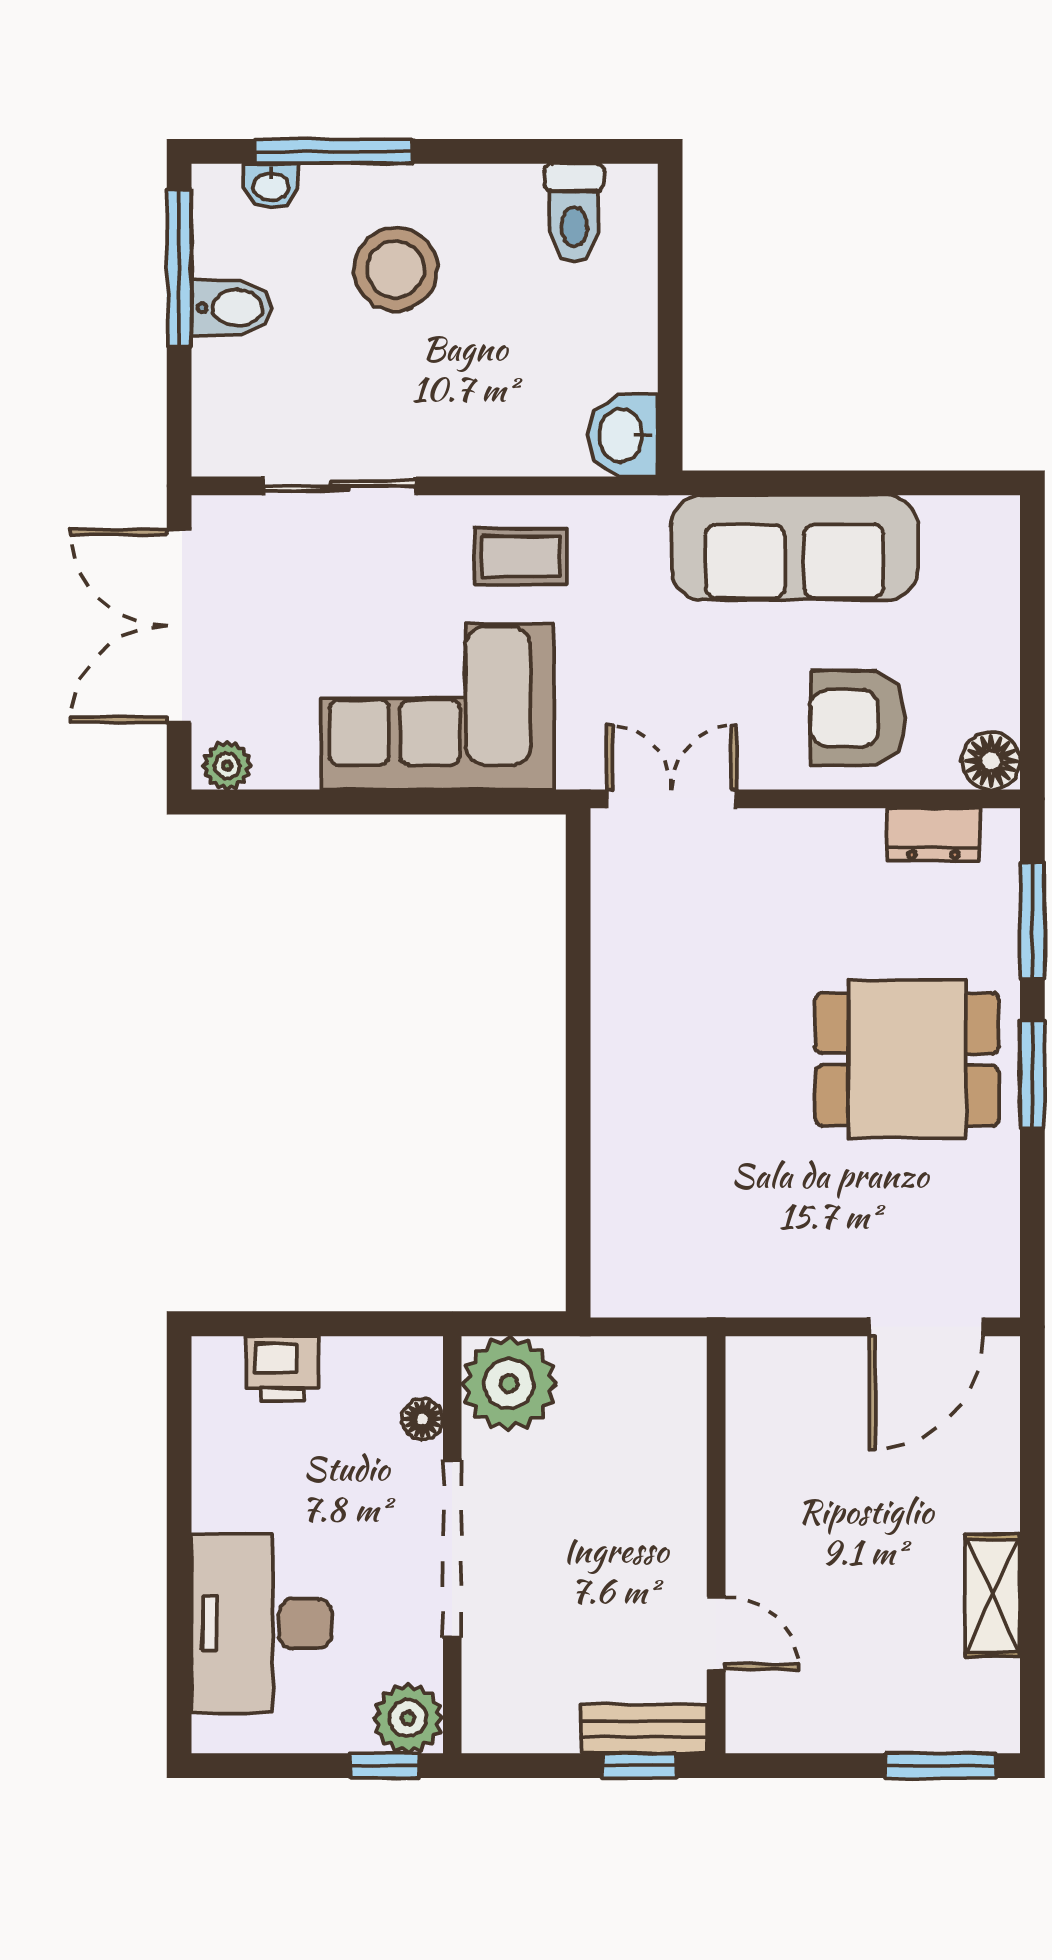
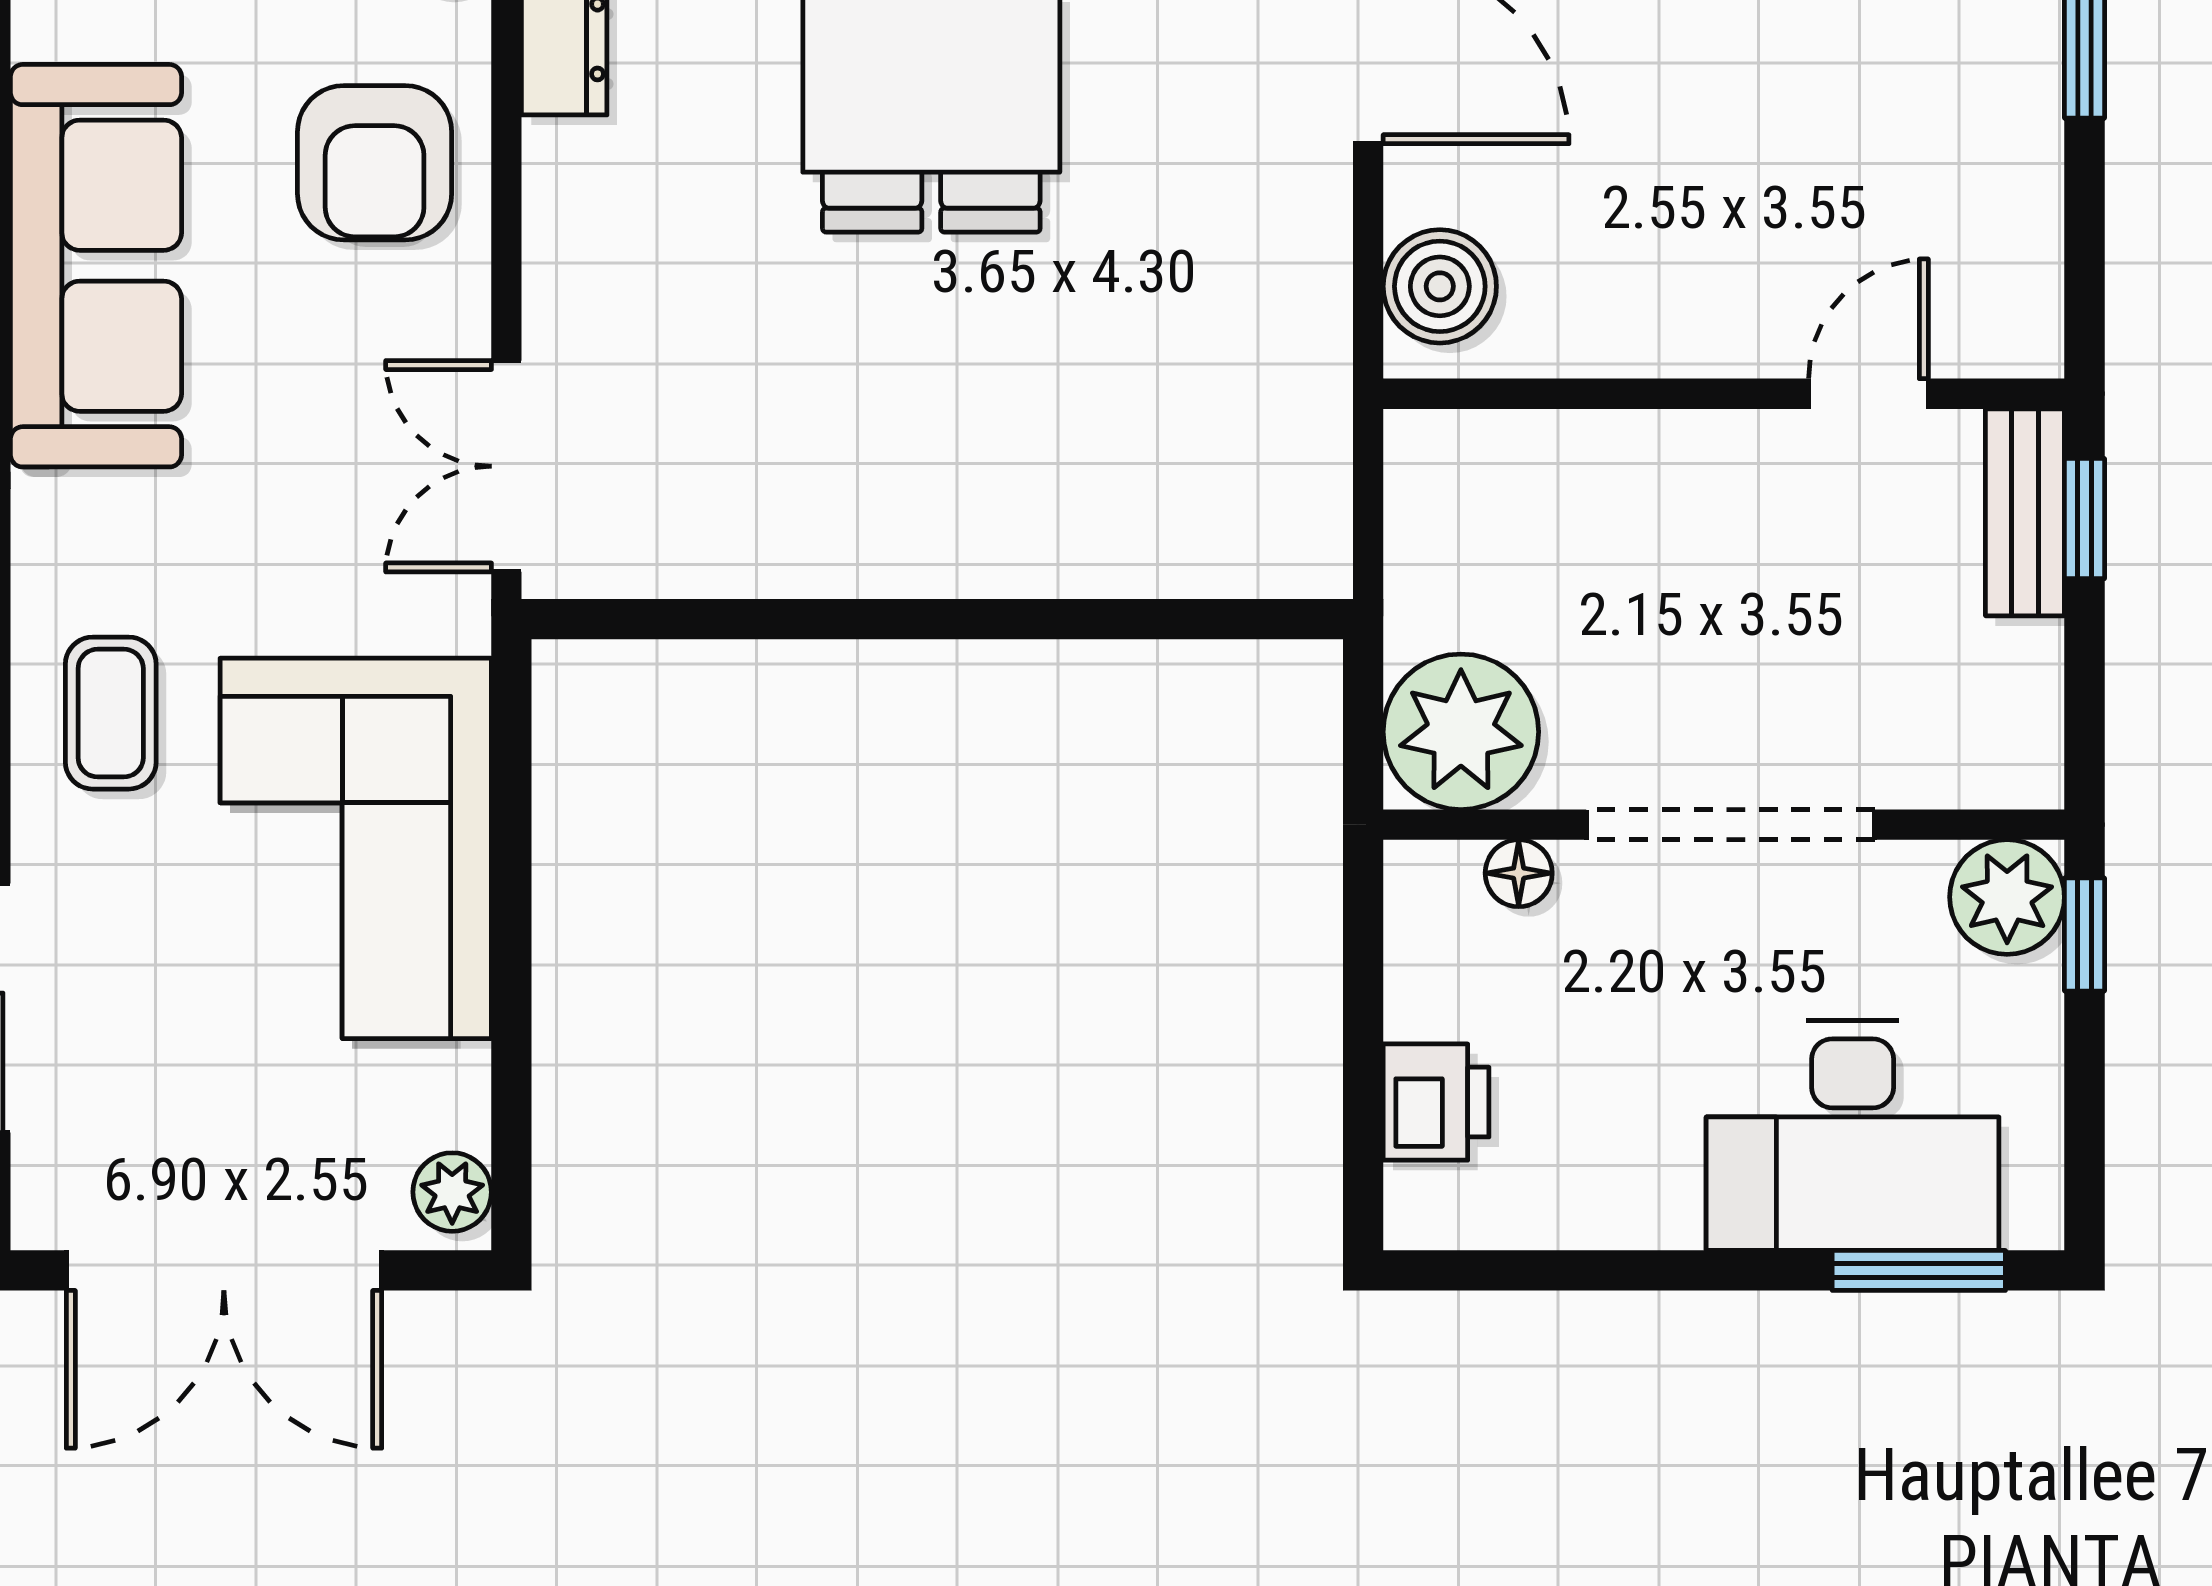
boiler: (782, 1371) -> (1440, 286), added
window: (179, 1664) -> (1919, 1270), added

